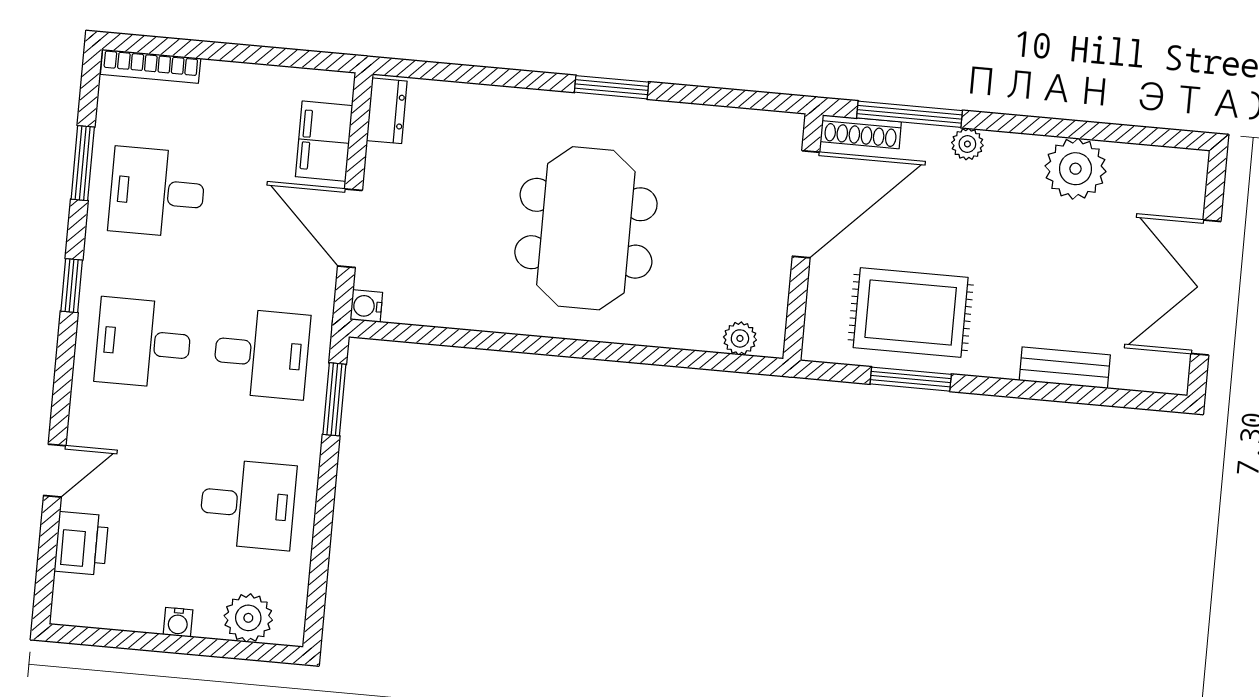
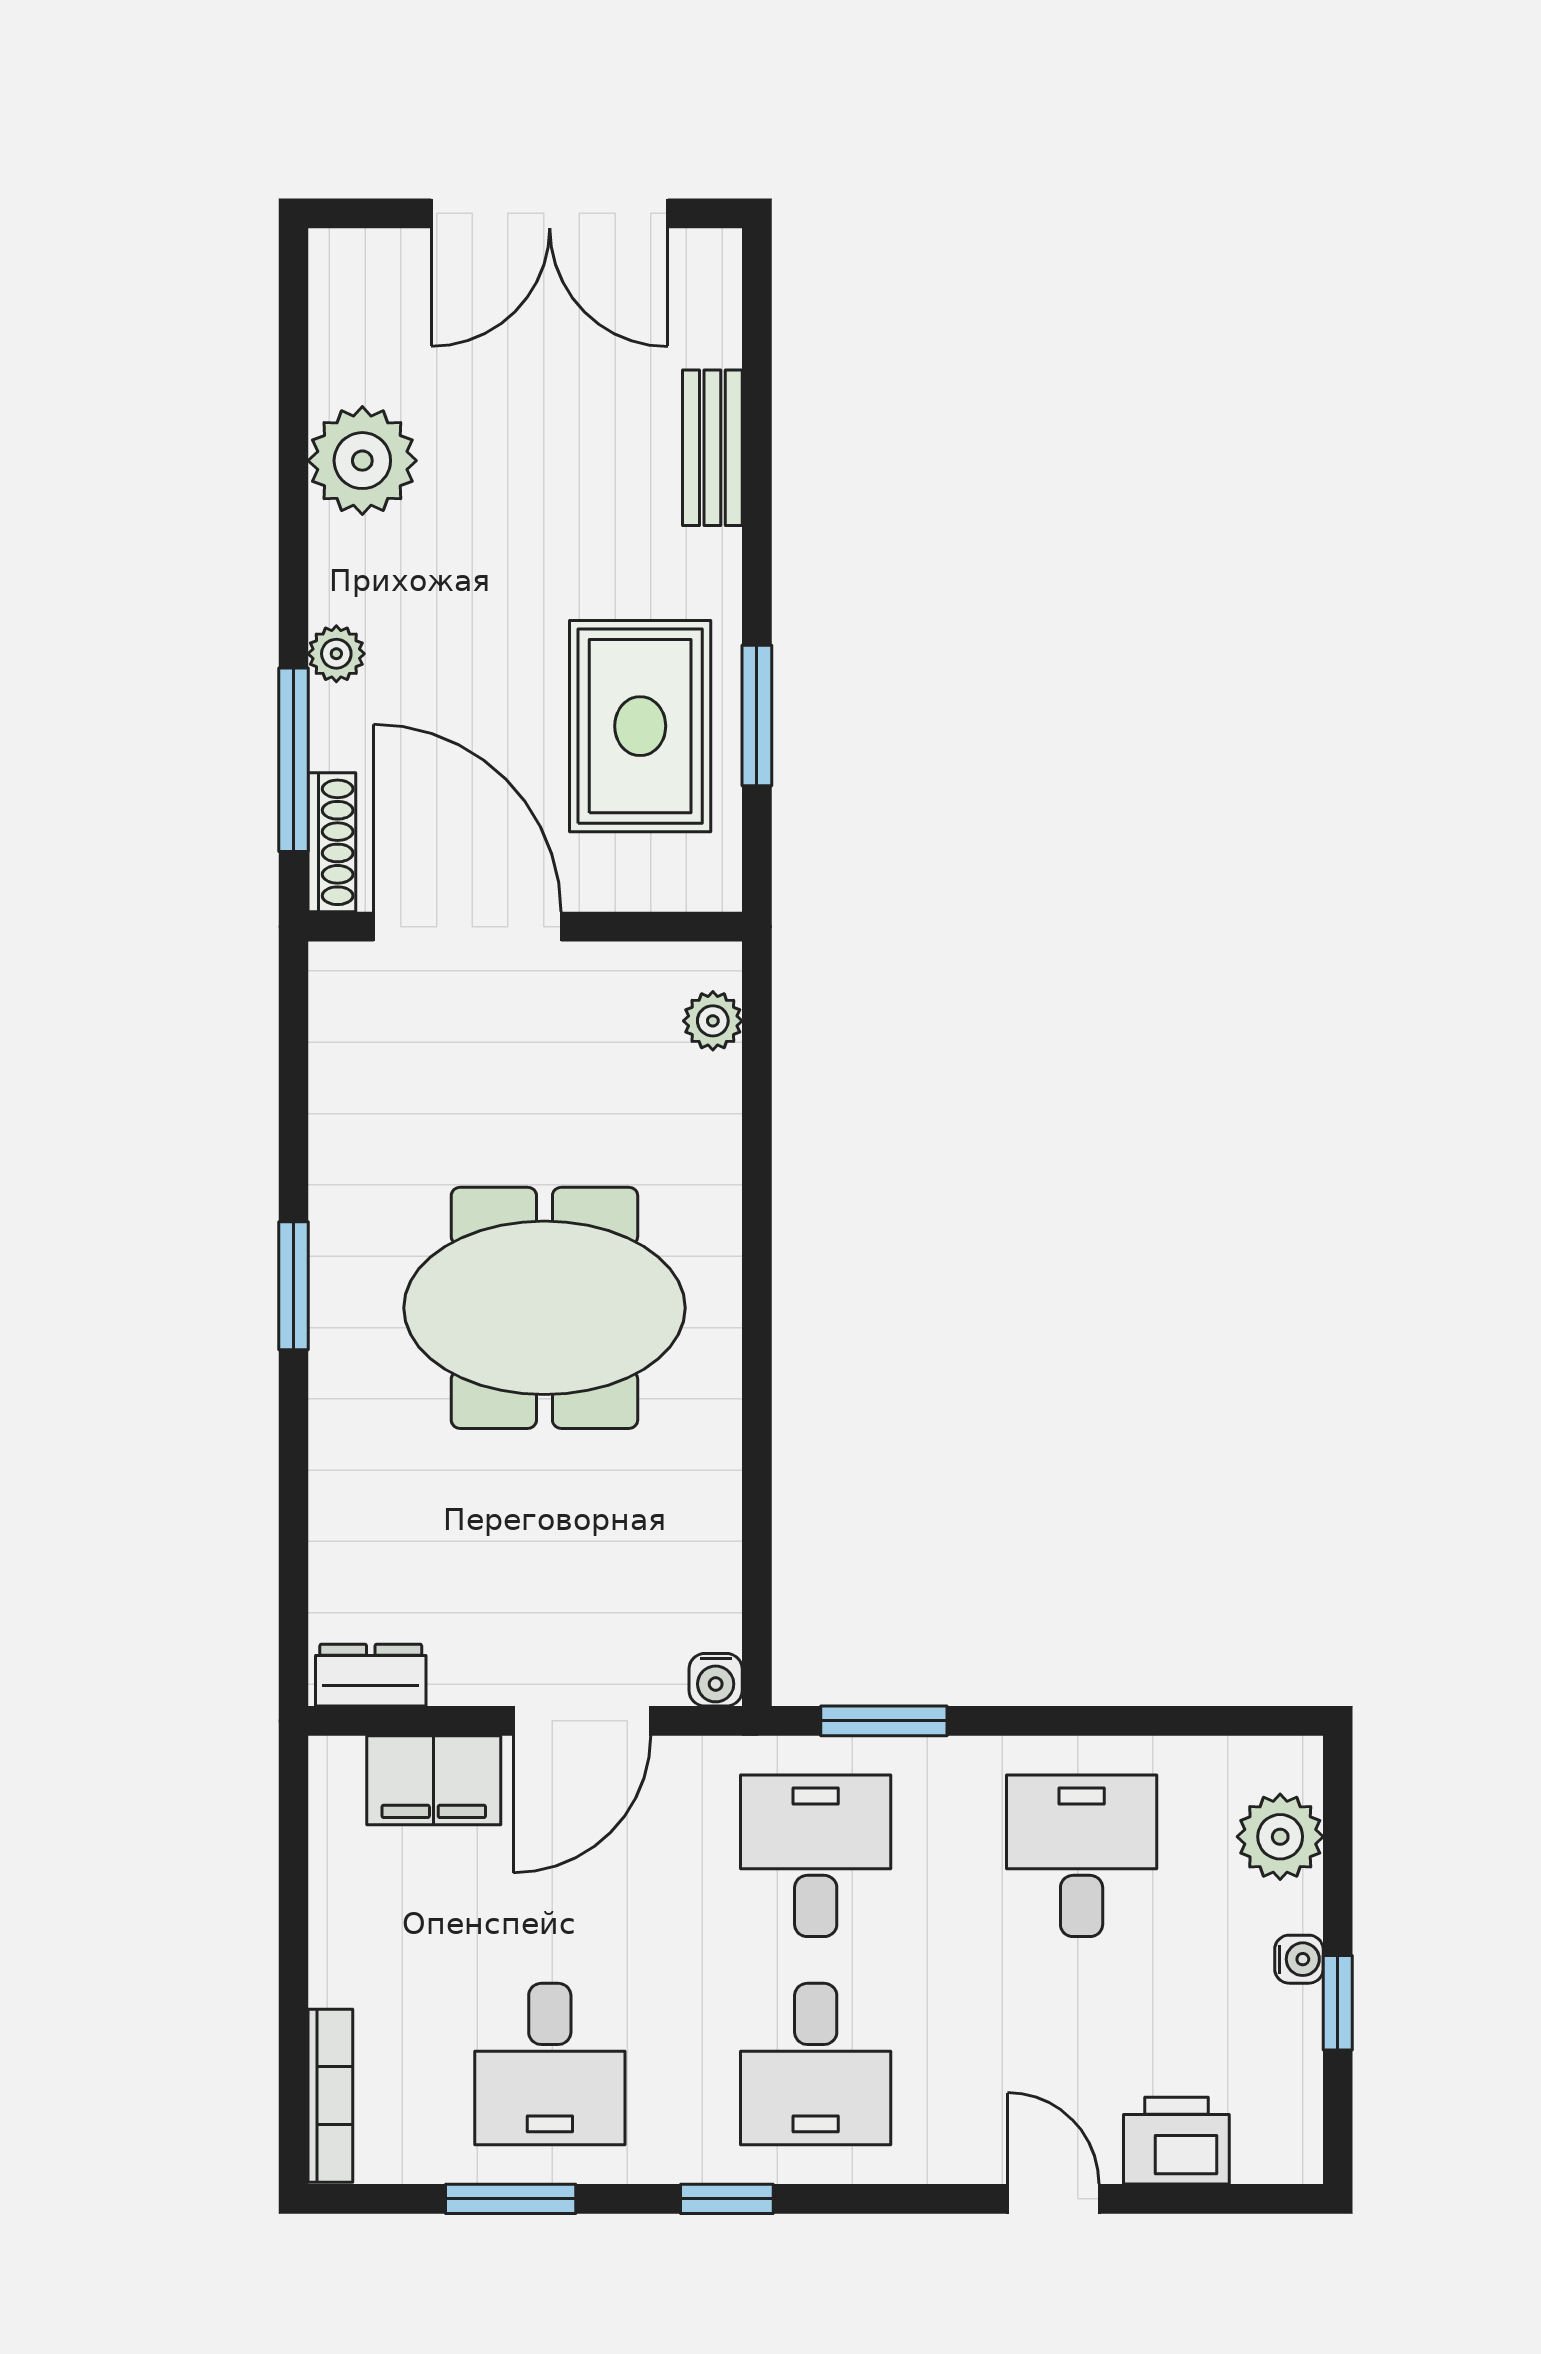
window: (151, 642) -> (1338, 2003), added

